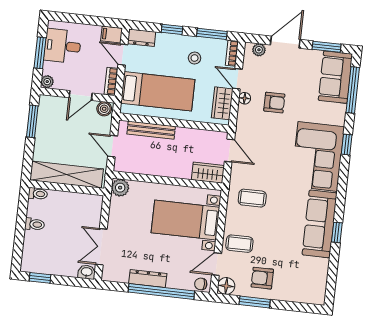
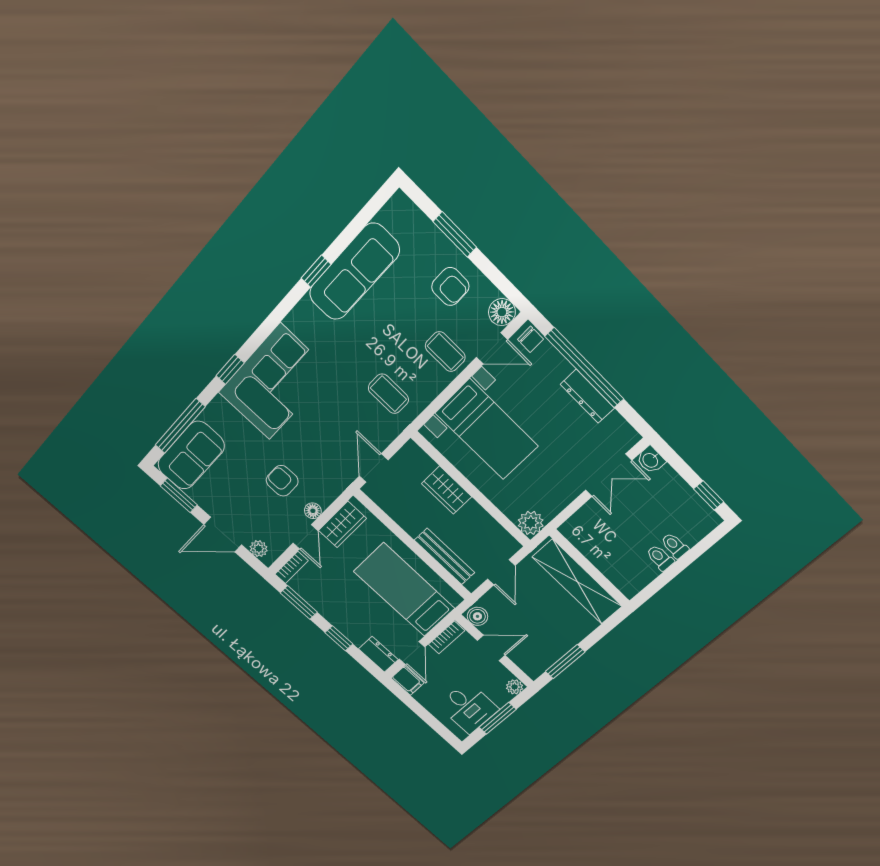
stool: (195, 58) -> (337, 593), removed
wardrobe: (208, 173) -> (447, 490), moved
toilet: (38, 194) -> (675, 546), moved
sofa: (320, 224) -> (354, 272), moved
window: (255, 302) -> (455, 234), moved

